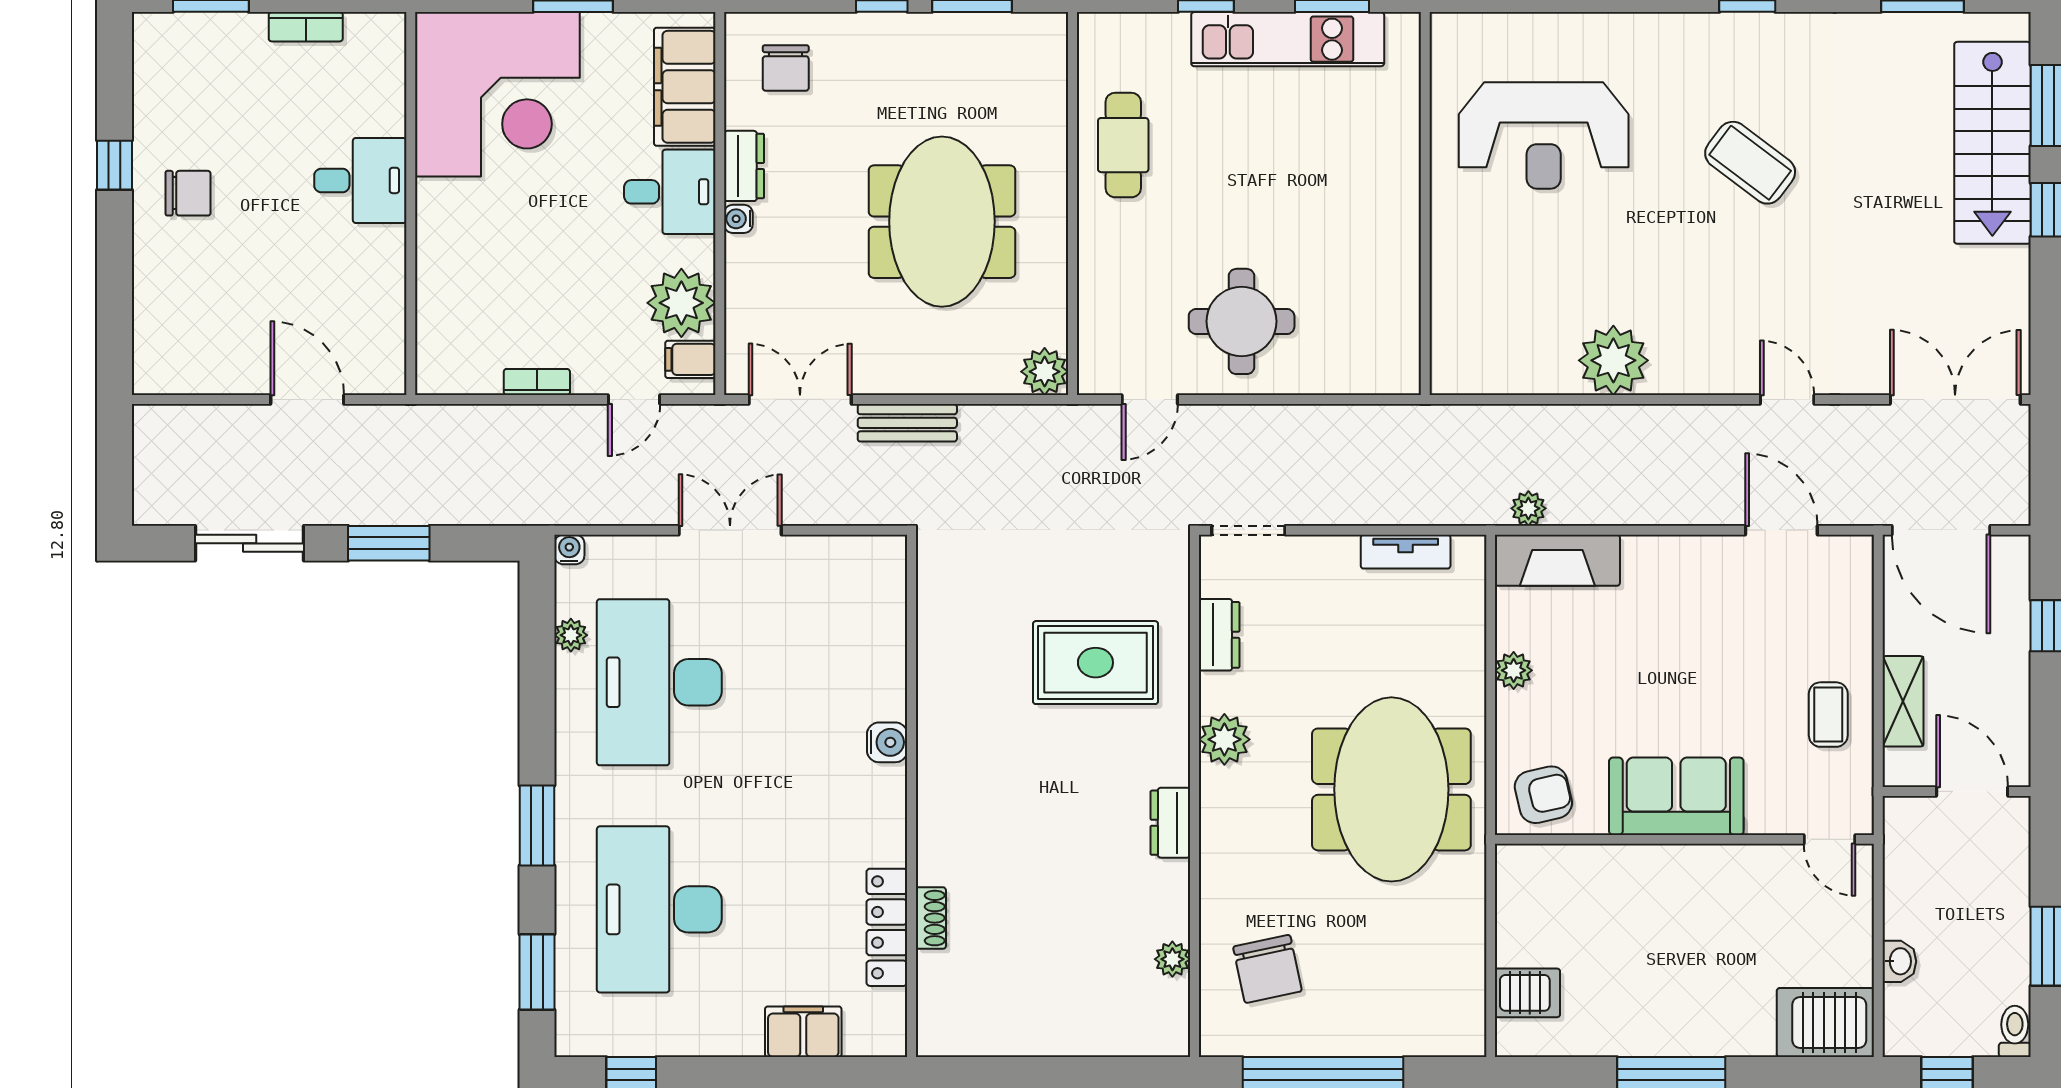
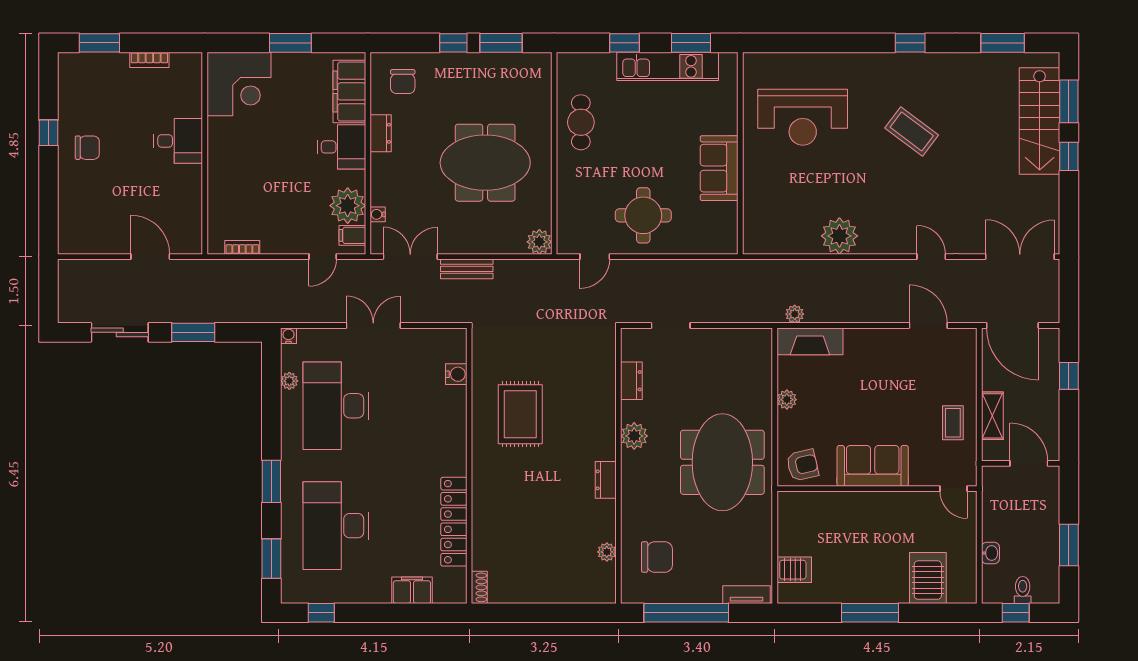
corner desk: (497, 94) -> (239, 84), width x0.74, depth x0.74
water cooler: (738, 219) -> (378, 214), moved
meeting table: (942, 222) -> (485, 163), turned 90
sofa: (1385, 232) -> (719, 168), added
bookcase: (537, 382) -> (242, 247), moved
doorway: (1248, 530) -> (671, 326), moved
tv unit: (1406, 552) -> (747, 595), moved, turned 180
rug: (1095, 663) -> (520, 414), moved, turned 90
water cooler: (887, 742) -> (456, 374), moved
shoe rack: (931, 918) -> (479, 587), moved
locker: (887, 927) -> (454, 522), width x1.41, depth x1.21
chair: (1267, 969) -> (657, 557), turned -78
server rack: (1825, 1023) -> (928, 578), moved, turned 90
toilet: (2015, 1031) -> (1023, 590), moved

